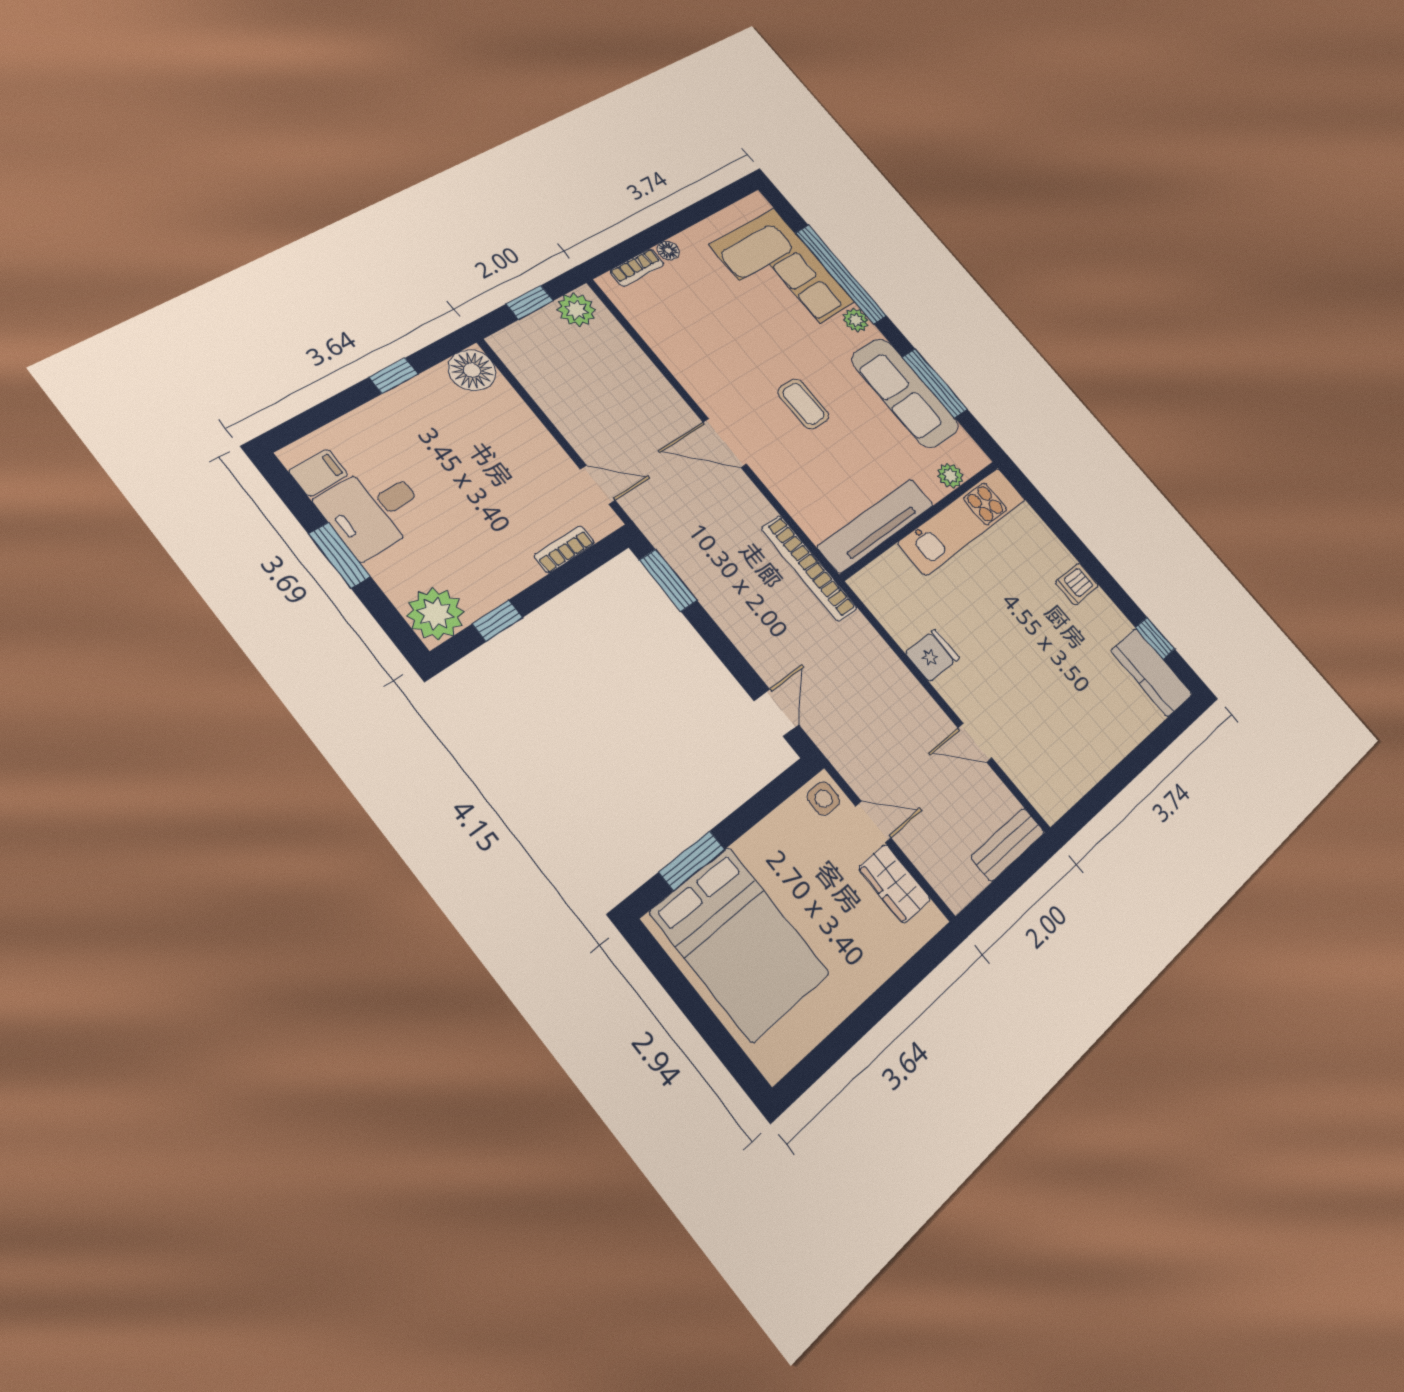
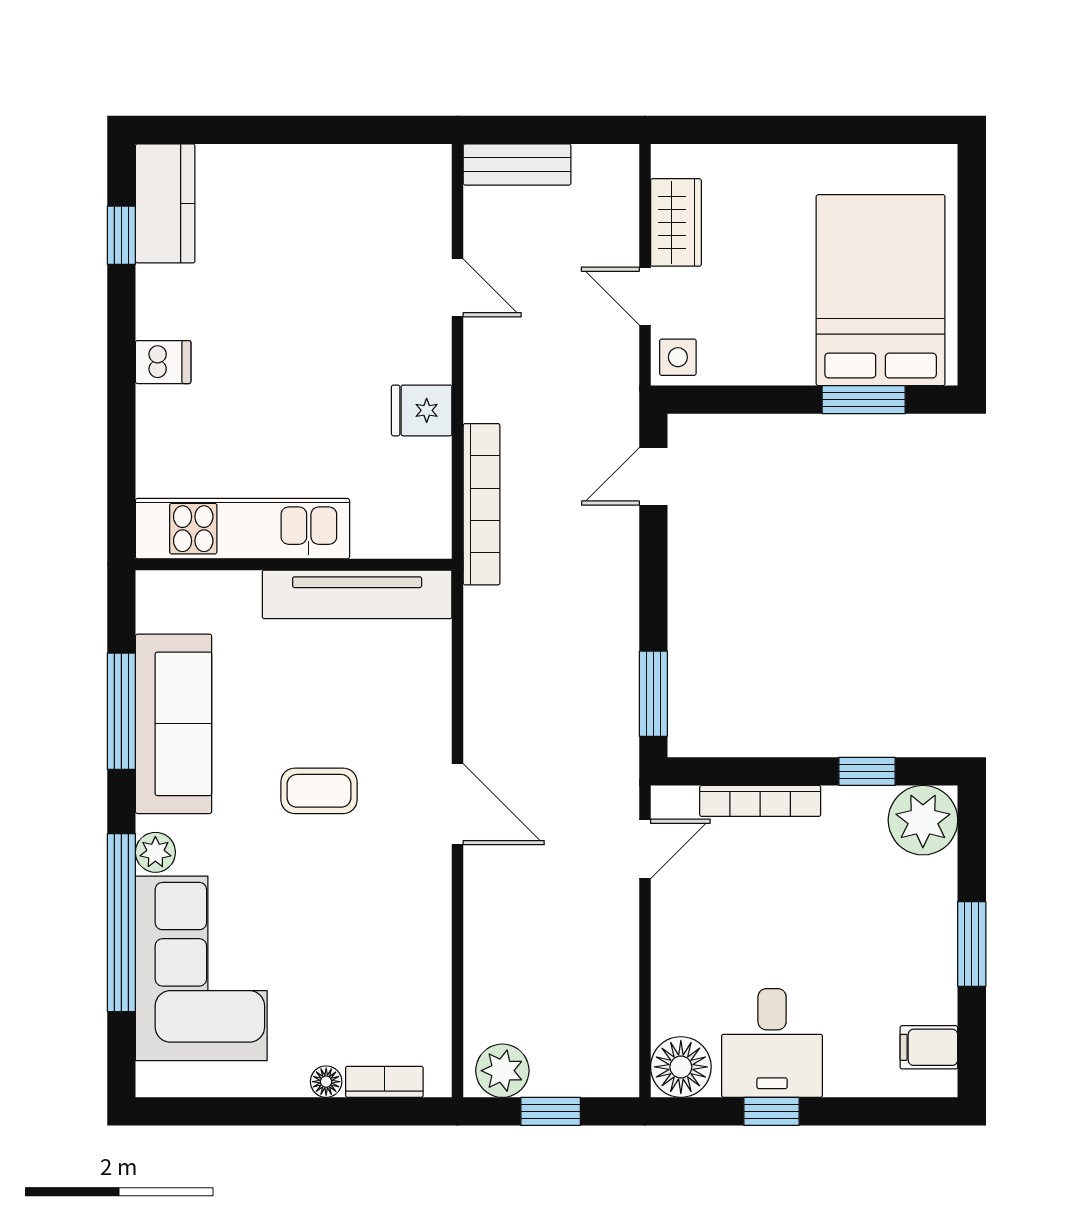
coffee table: (803, 404) -> (319, 791), turned 90
plant: (950, 476) -> (208, 590), removed
door: (598, 485) -> (645, 849), swing flipped
desk: (373, 510) -> (772, 1043), moved, turned 90
bookcase: (564, 549) -> (760, 801), width x1.56
bookcase: (809, 568) -> (482, 504), moved

